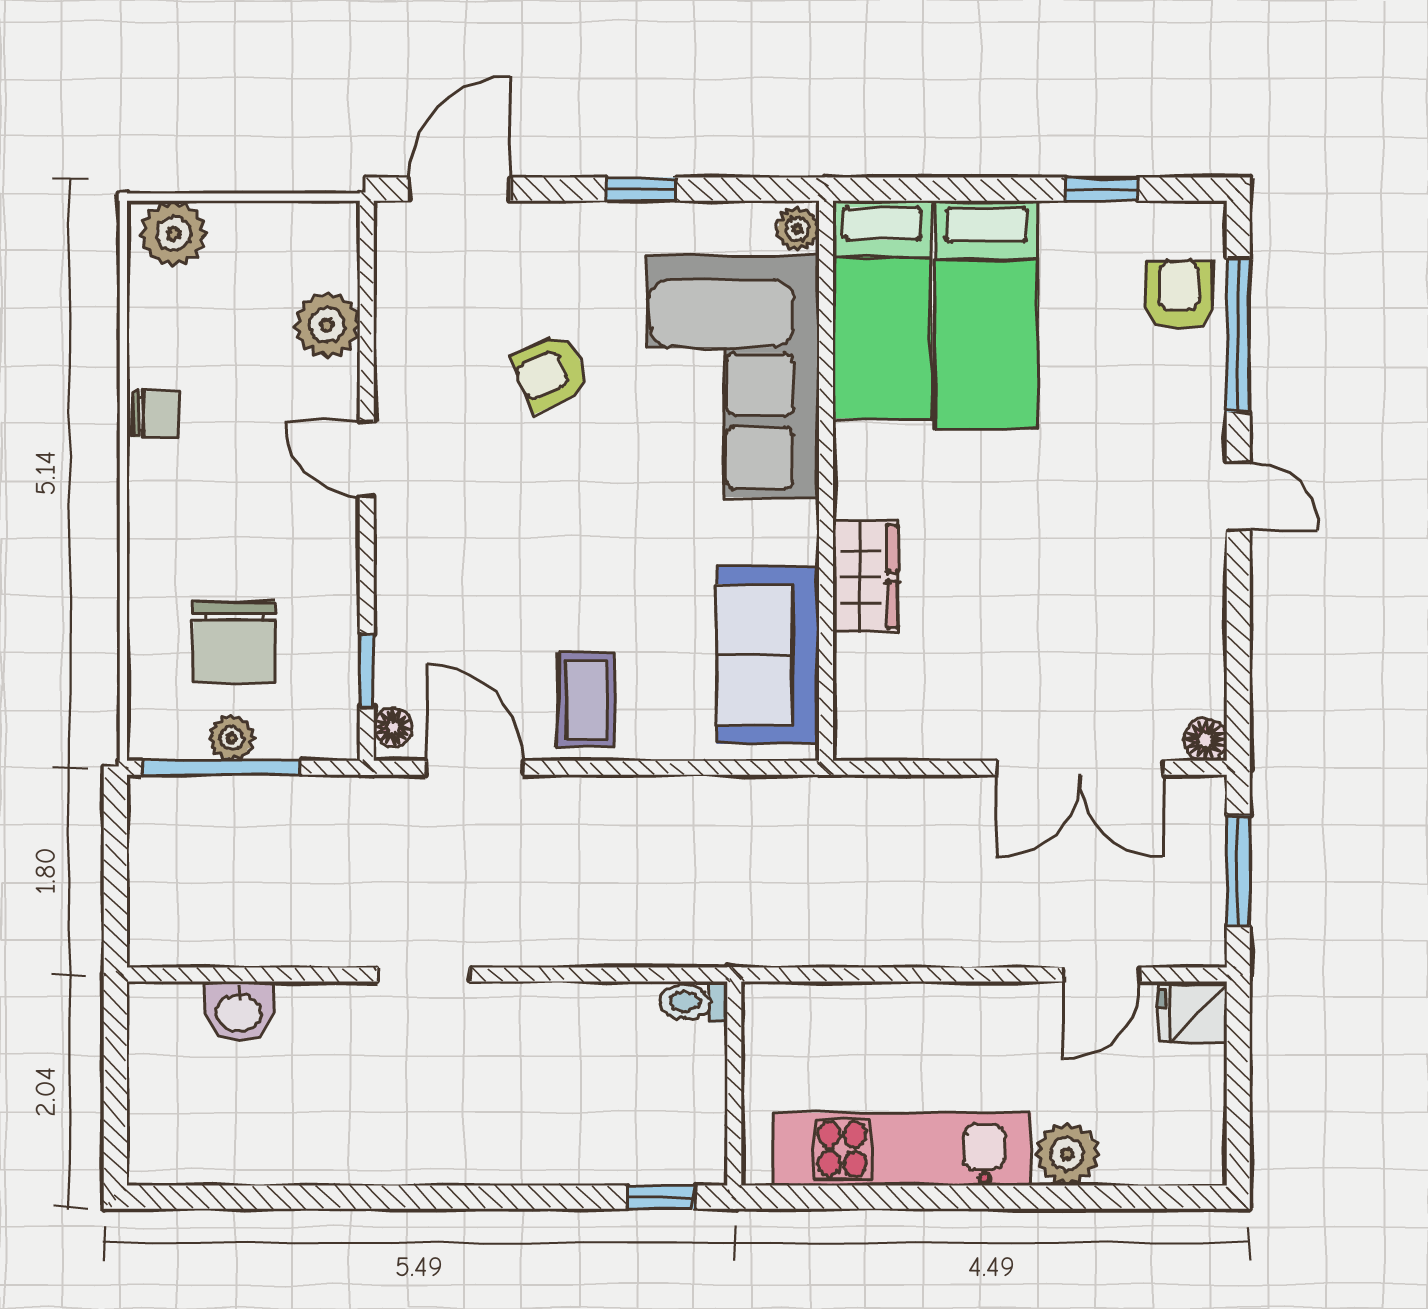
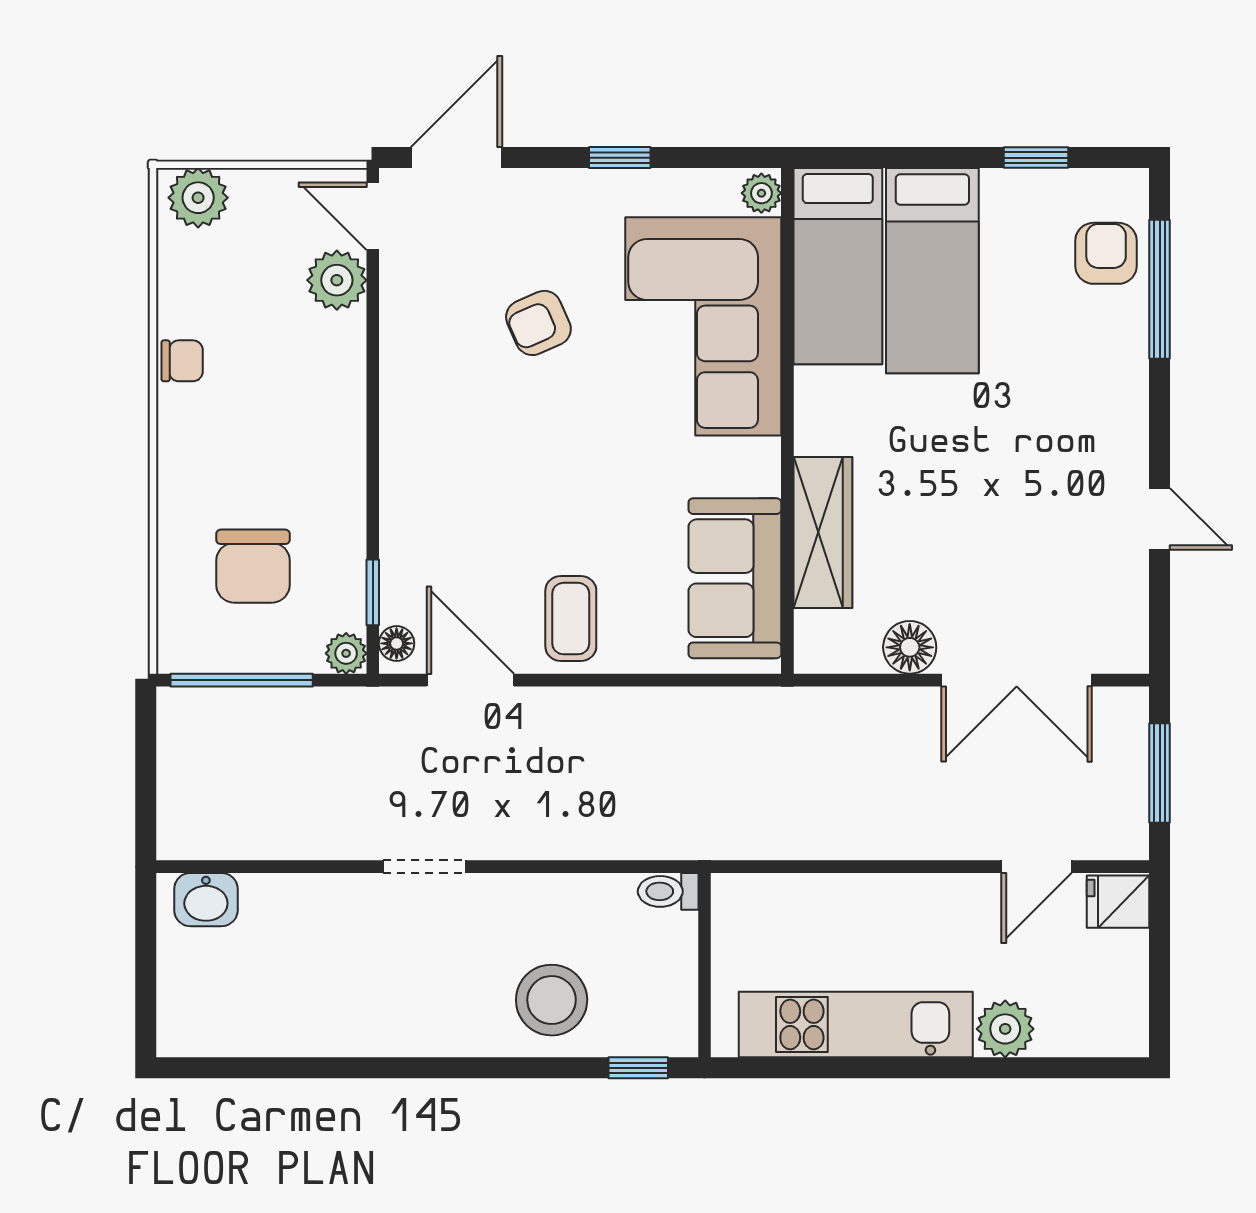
door: (367, 459) -> (373, 216), moved
door: (1238, 496) -> (1160, 519), moved
wardrobe: (865, 576) -> (823, 533), width x1.50
plant: (231, 738) -> (346, 653), moved
floor lamp: (1205, 740) -> (910, 647), moved, width x1.37, depth x1.37
washbasin: (239, 1011) -> (206, 900), moved
stool: (565, 1122) -> (552, 1000), added

